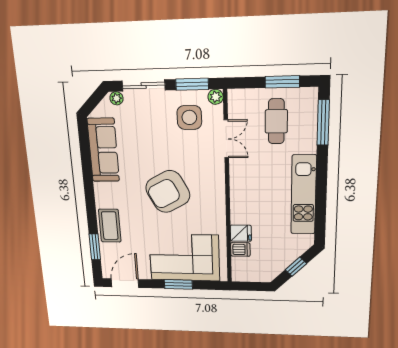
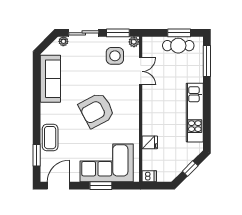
cafe table: (276, 121) -> (178, 46), moved, turned 90
dishwasher: (240, 249) -> (149, 176), moved

